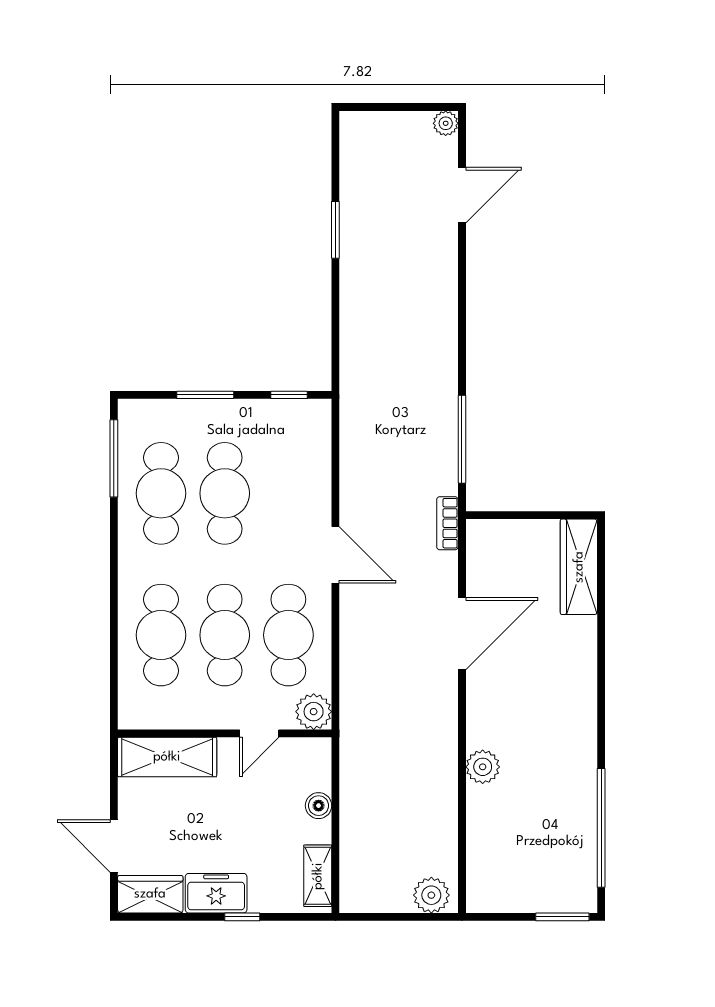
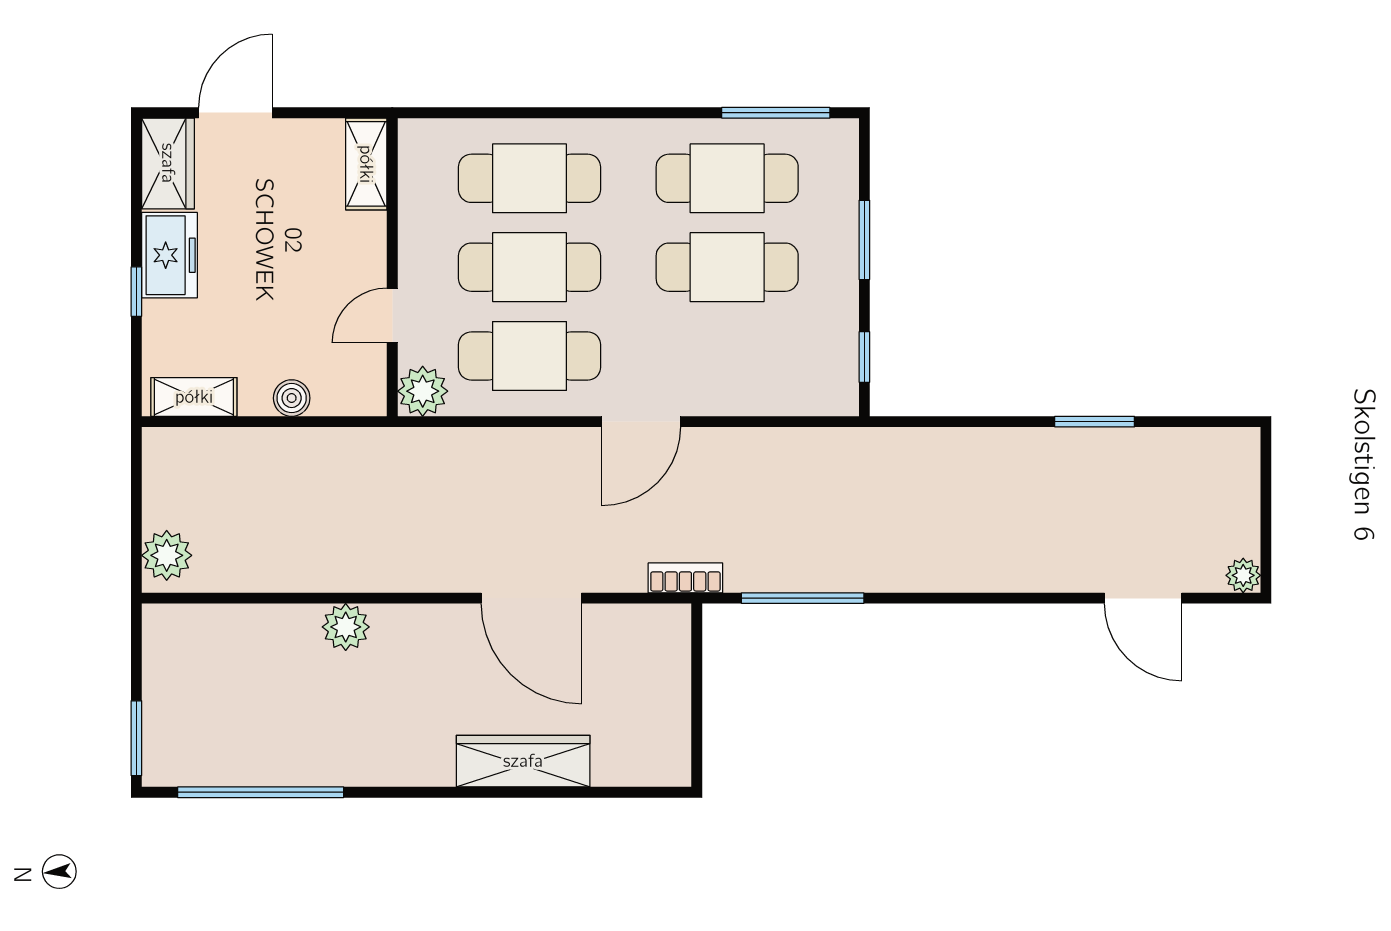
wardrobe: (579, 567) -> (523, 761), moved
door: (259, 733) -> (392, 315), hinge flipped
shelving: (167, 757) -> (366, 164), width x0.67, depth x0.75

